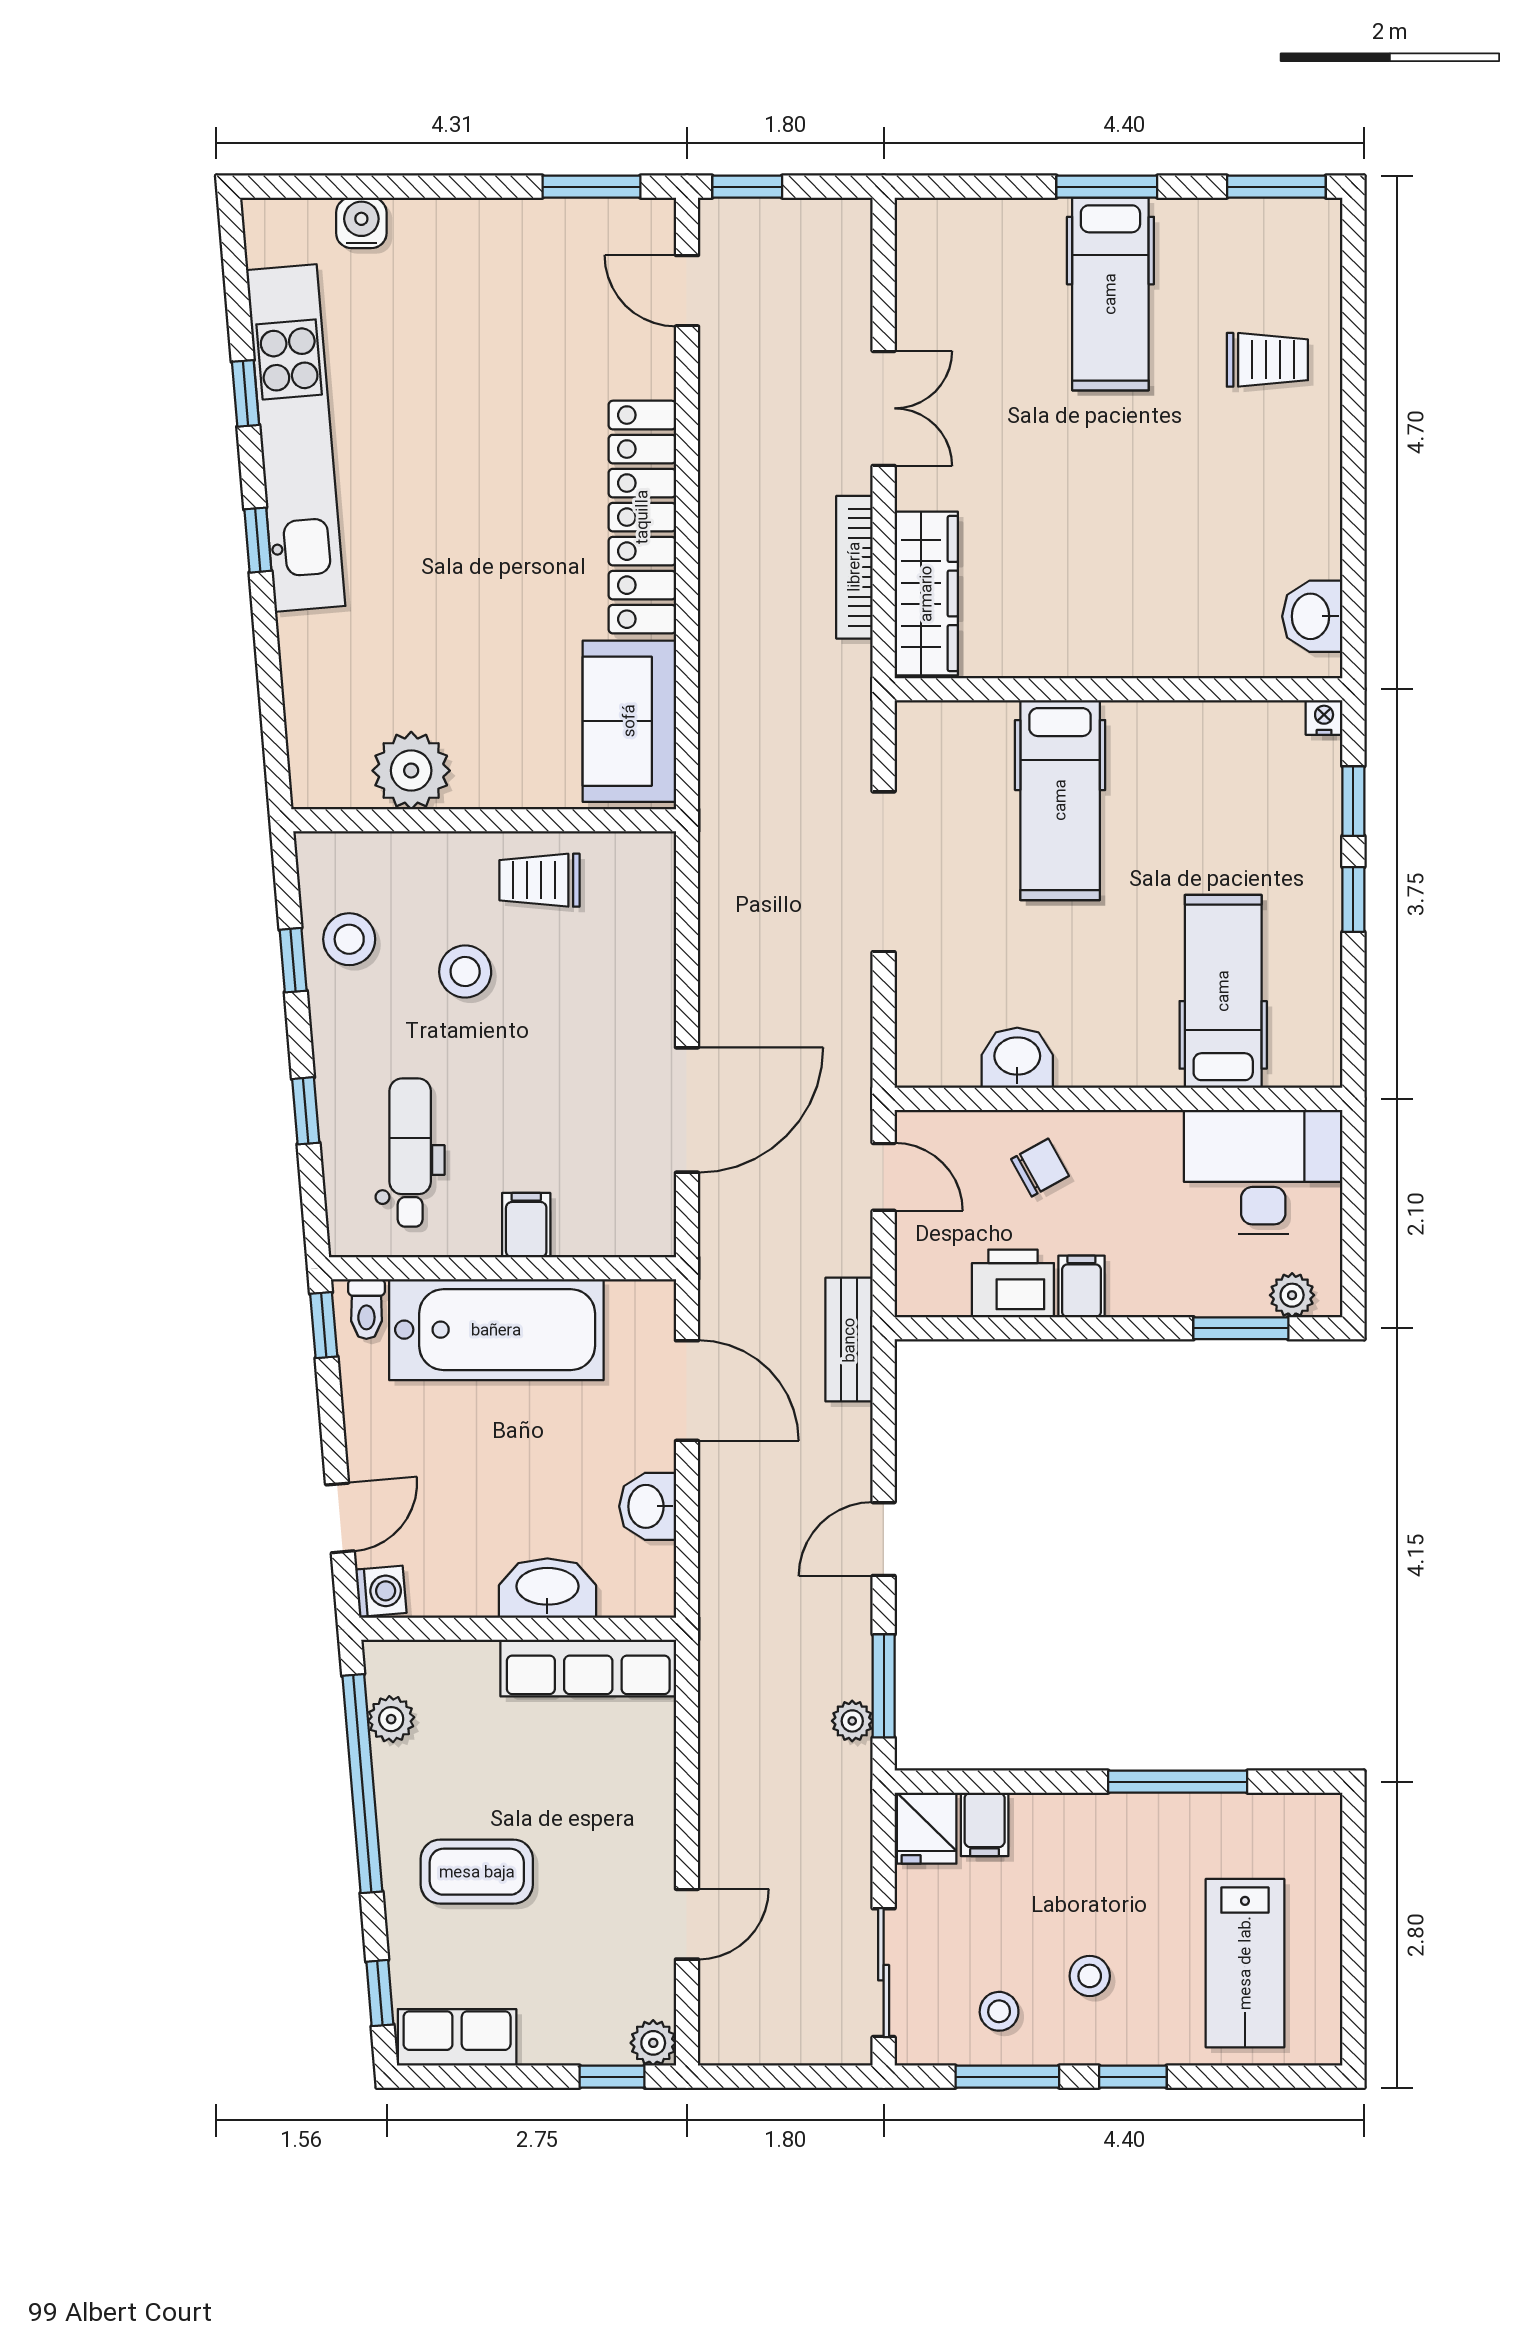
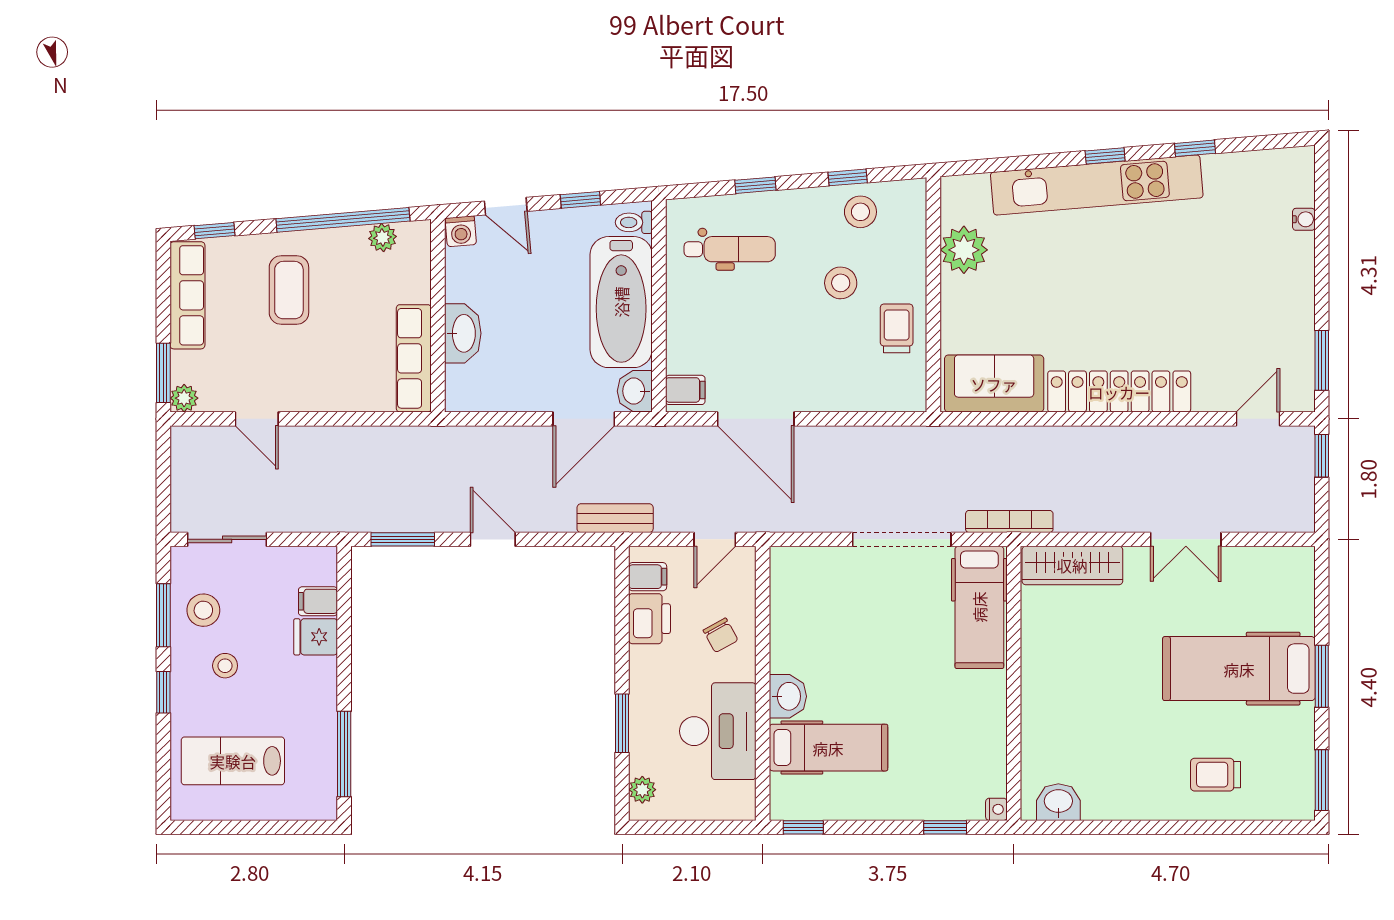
water cooler: (361, 223) -> (1304, 219), width x0.72, depth x0.72
hospital bed: (1110, 294) -> (1239, 669), width x1.37, depth x1.29
trolley: (1267, 360) -> (1216, 775), turned 90
kitchen unit: (296, 438) -> (1097, 185), moved
bookcase: (854, 567) -> (1009, 521), moved
hospital bed: (1060, 800) -> (979, 607), moved, turned -90
window: (1353, 899) -> (803, 827), moved
washbasin: (1017, 1058) -> (788, 696), moved
desk: (1263, 1172) -> (718, 731), moved
filing cabinet: (526, 1225) -> (685, 390), moved
filing cabinet: (1081, 1286) -> (648, 577), moved
window: (324, 1325) -> (580, 200), moved
window: (1241, 1328) -> (622, 723), moved
washbasin: (648, 1506) -> (635, 391), moved, turned -90
plant: (852, 1721) -> (381, 520), removed
window: (1178, 1782) -> (344, 754), moved
fridge: (927, 1828) -> (316, 637), moved
stool: (999, 2011) -> (203, 610), width x1.37, depth x1.37
row of seats: (457, 2037) -> (187, 295), width x1.48
window: (612, 2077) -> (163, 373), width x1.50

